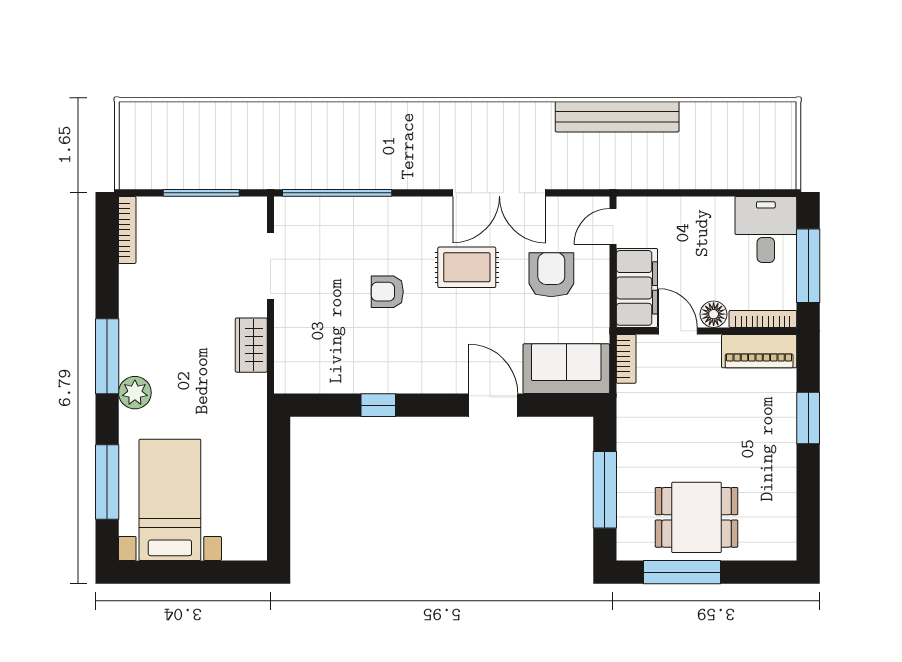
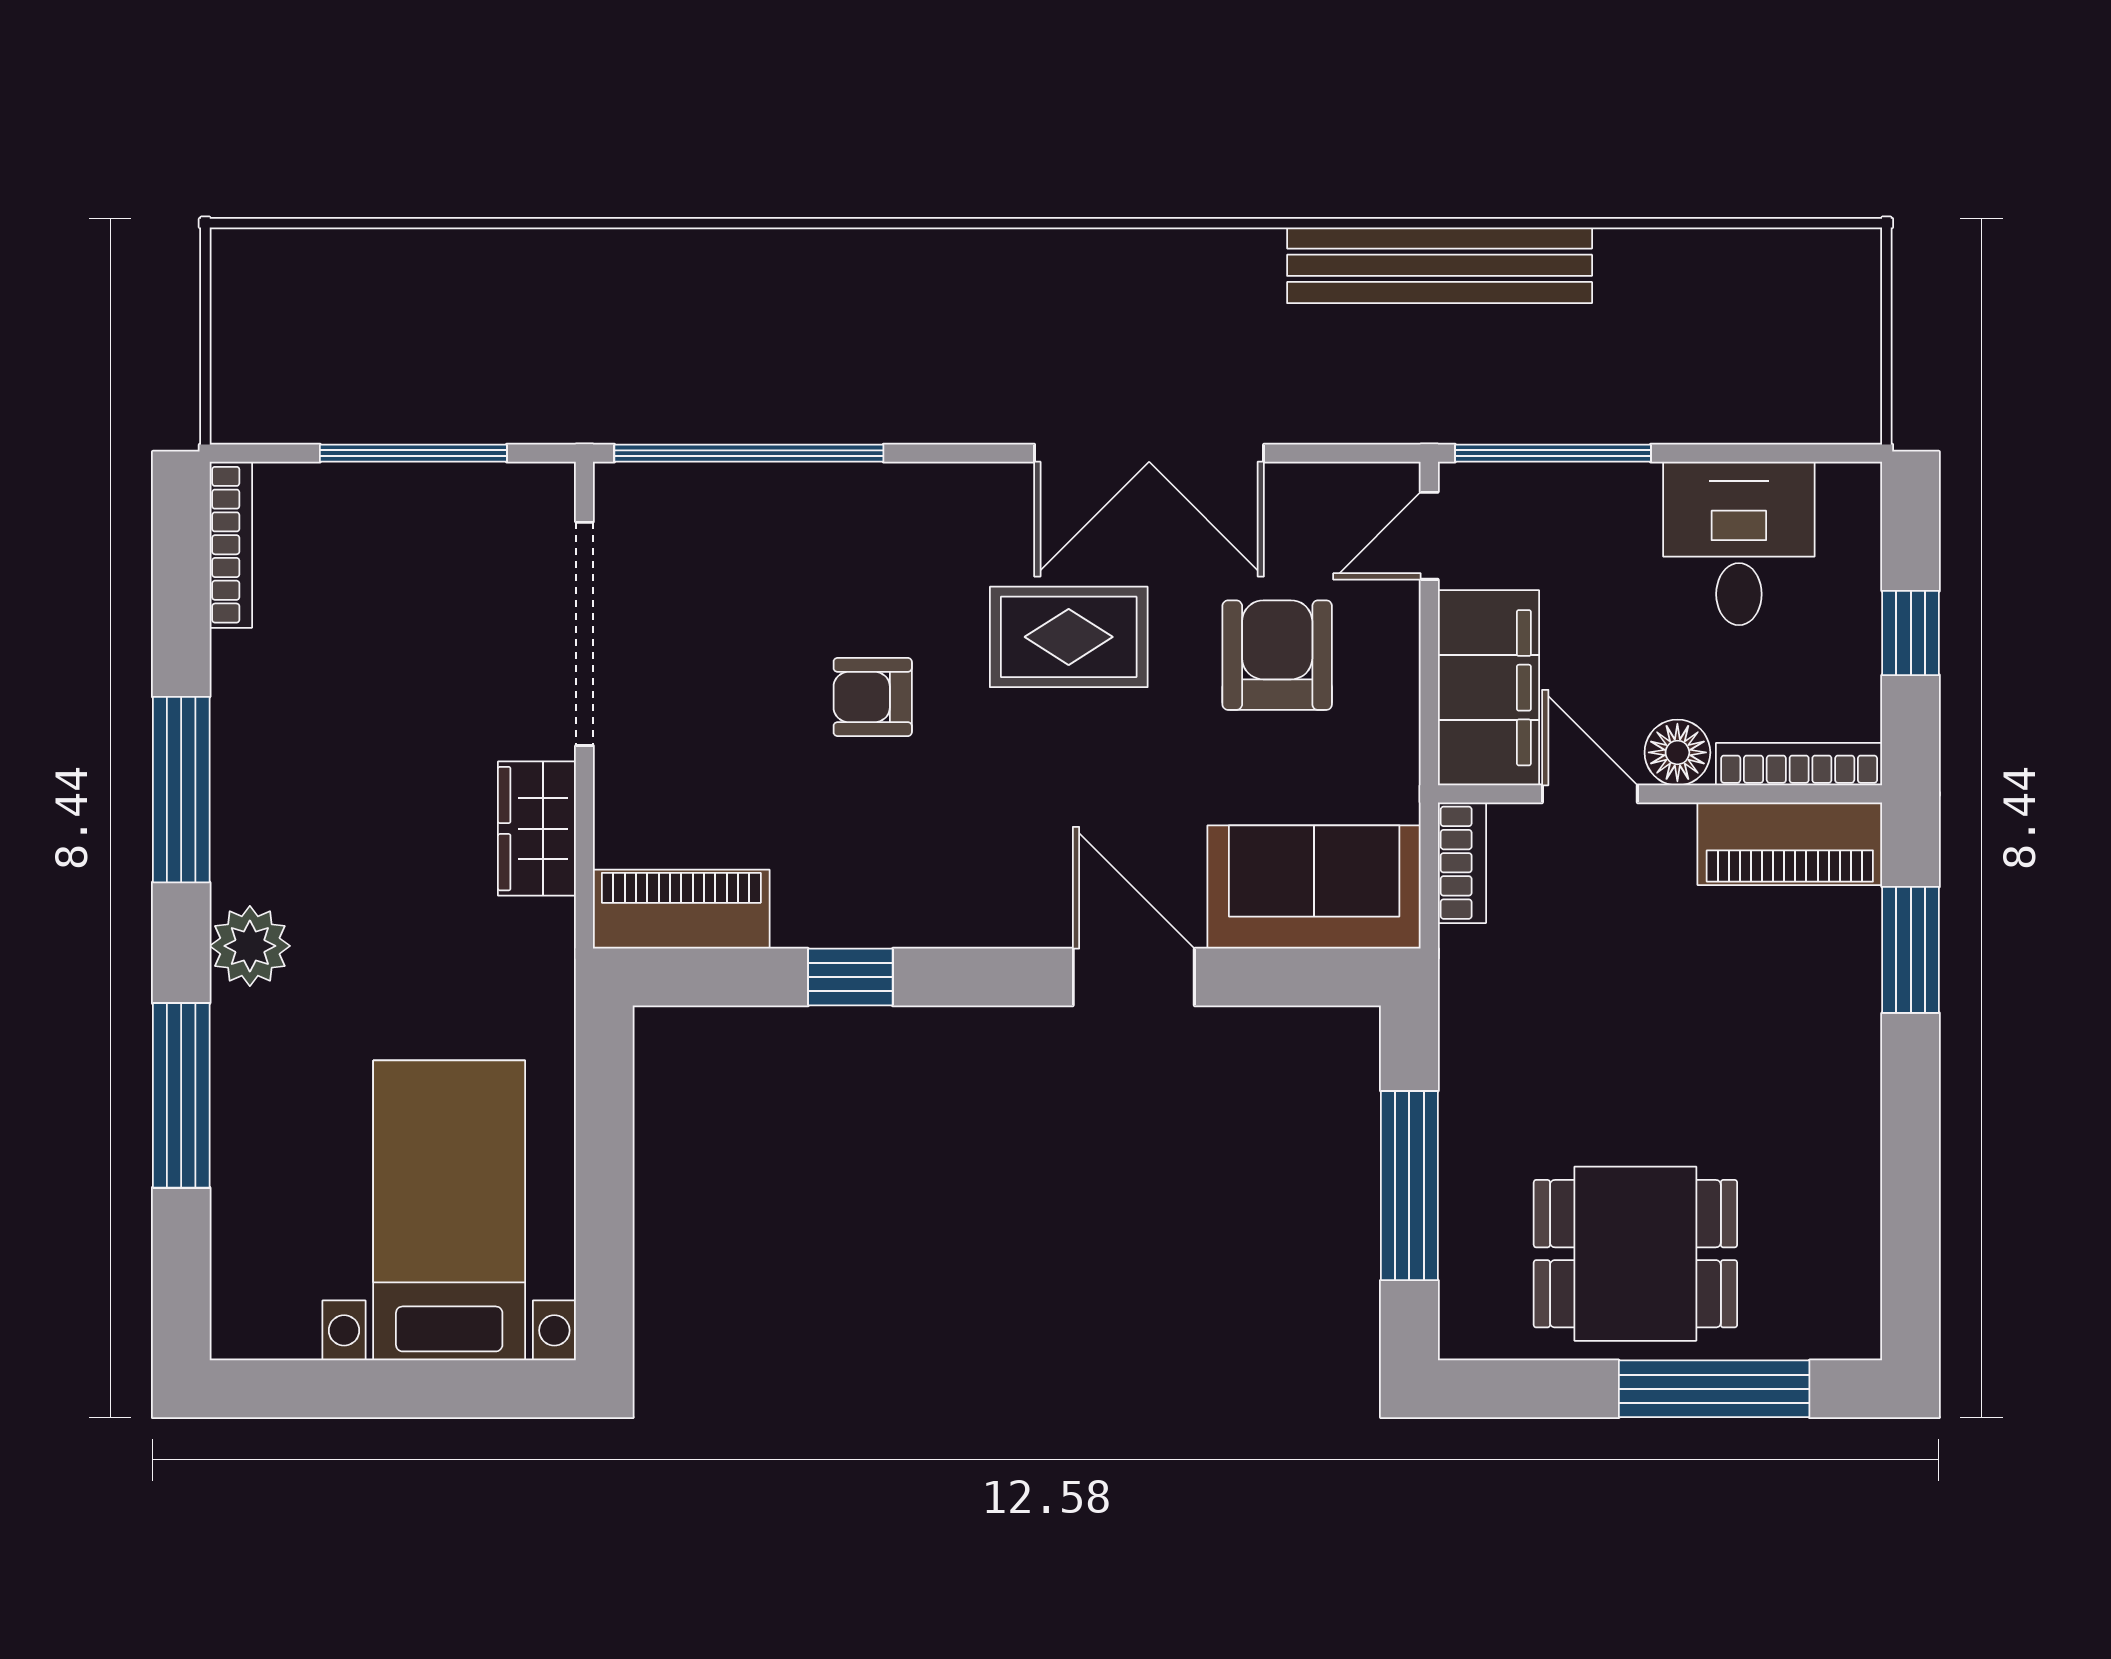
window: (663, 193) -> (1553, 453), added
desk: (766, 229) -> (1739, 543), moved
doorway: (270, 266) -> (584, 634), width x1.36
window: (808, 266) -> (1911, 633), width x0.46
window: (107, 356) -> (181, 790), moved
piano: (310, 378) -> (681, 909), added
window: (808, 418) -> (1911, 950), moved
window: (107, 482) -> (181, 1095), moved
bed with nightstands: (170, 500) -> (449, 1210), moved
window: (682, 572) -> (1714, 1389), moved

